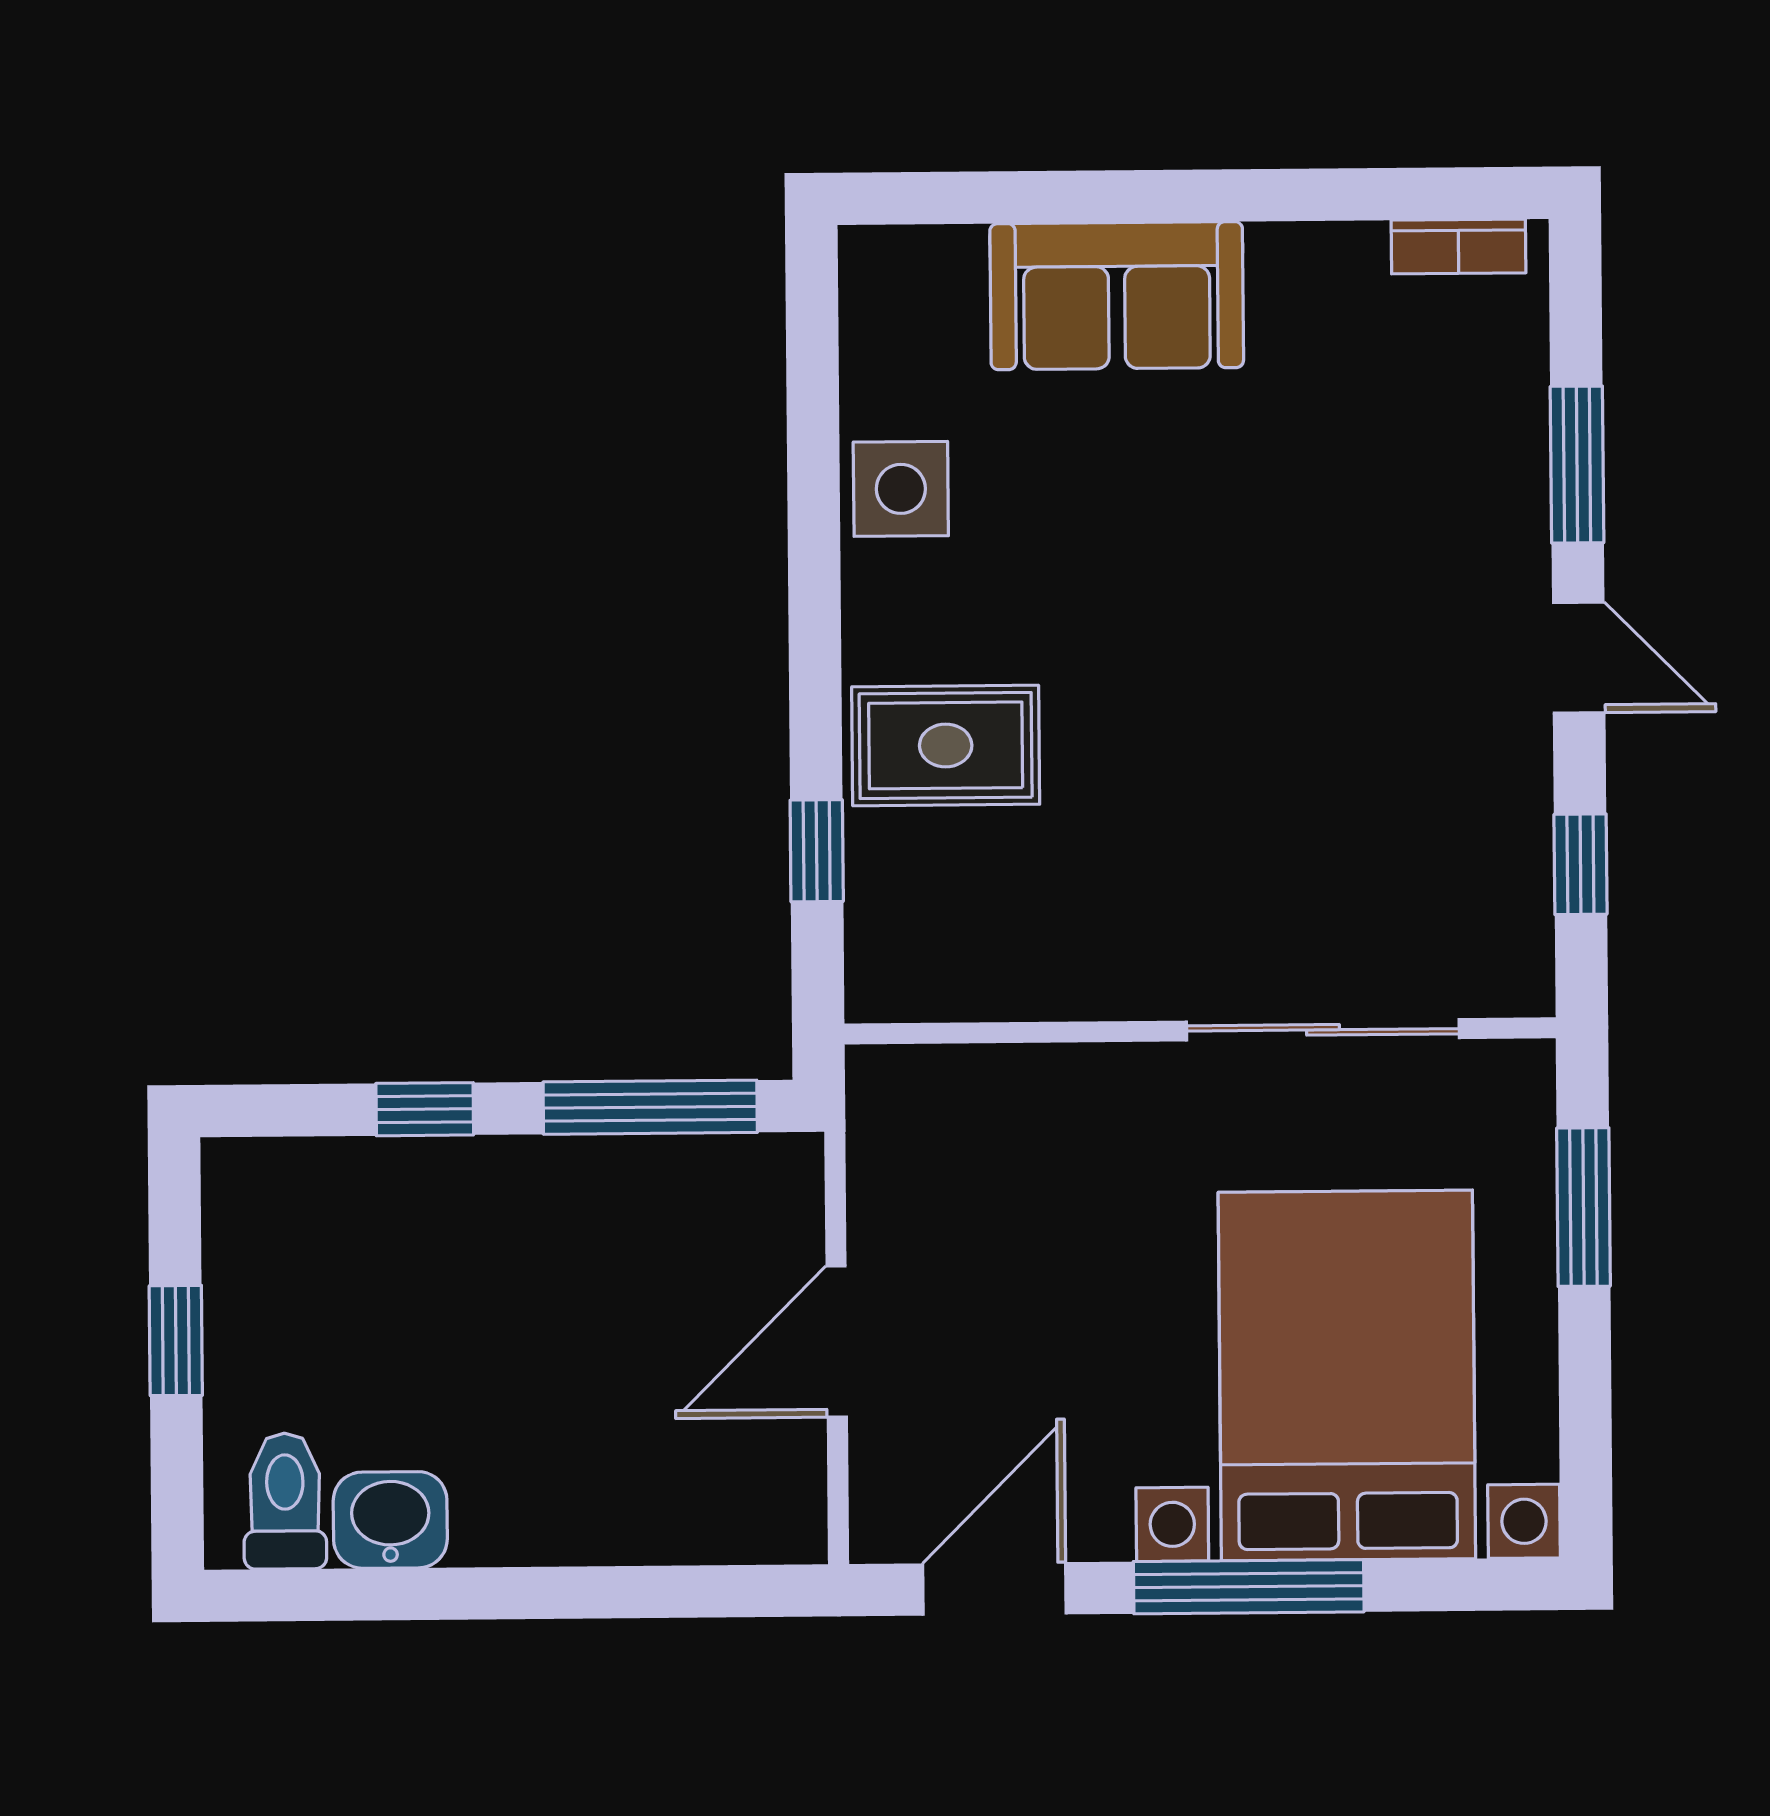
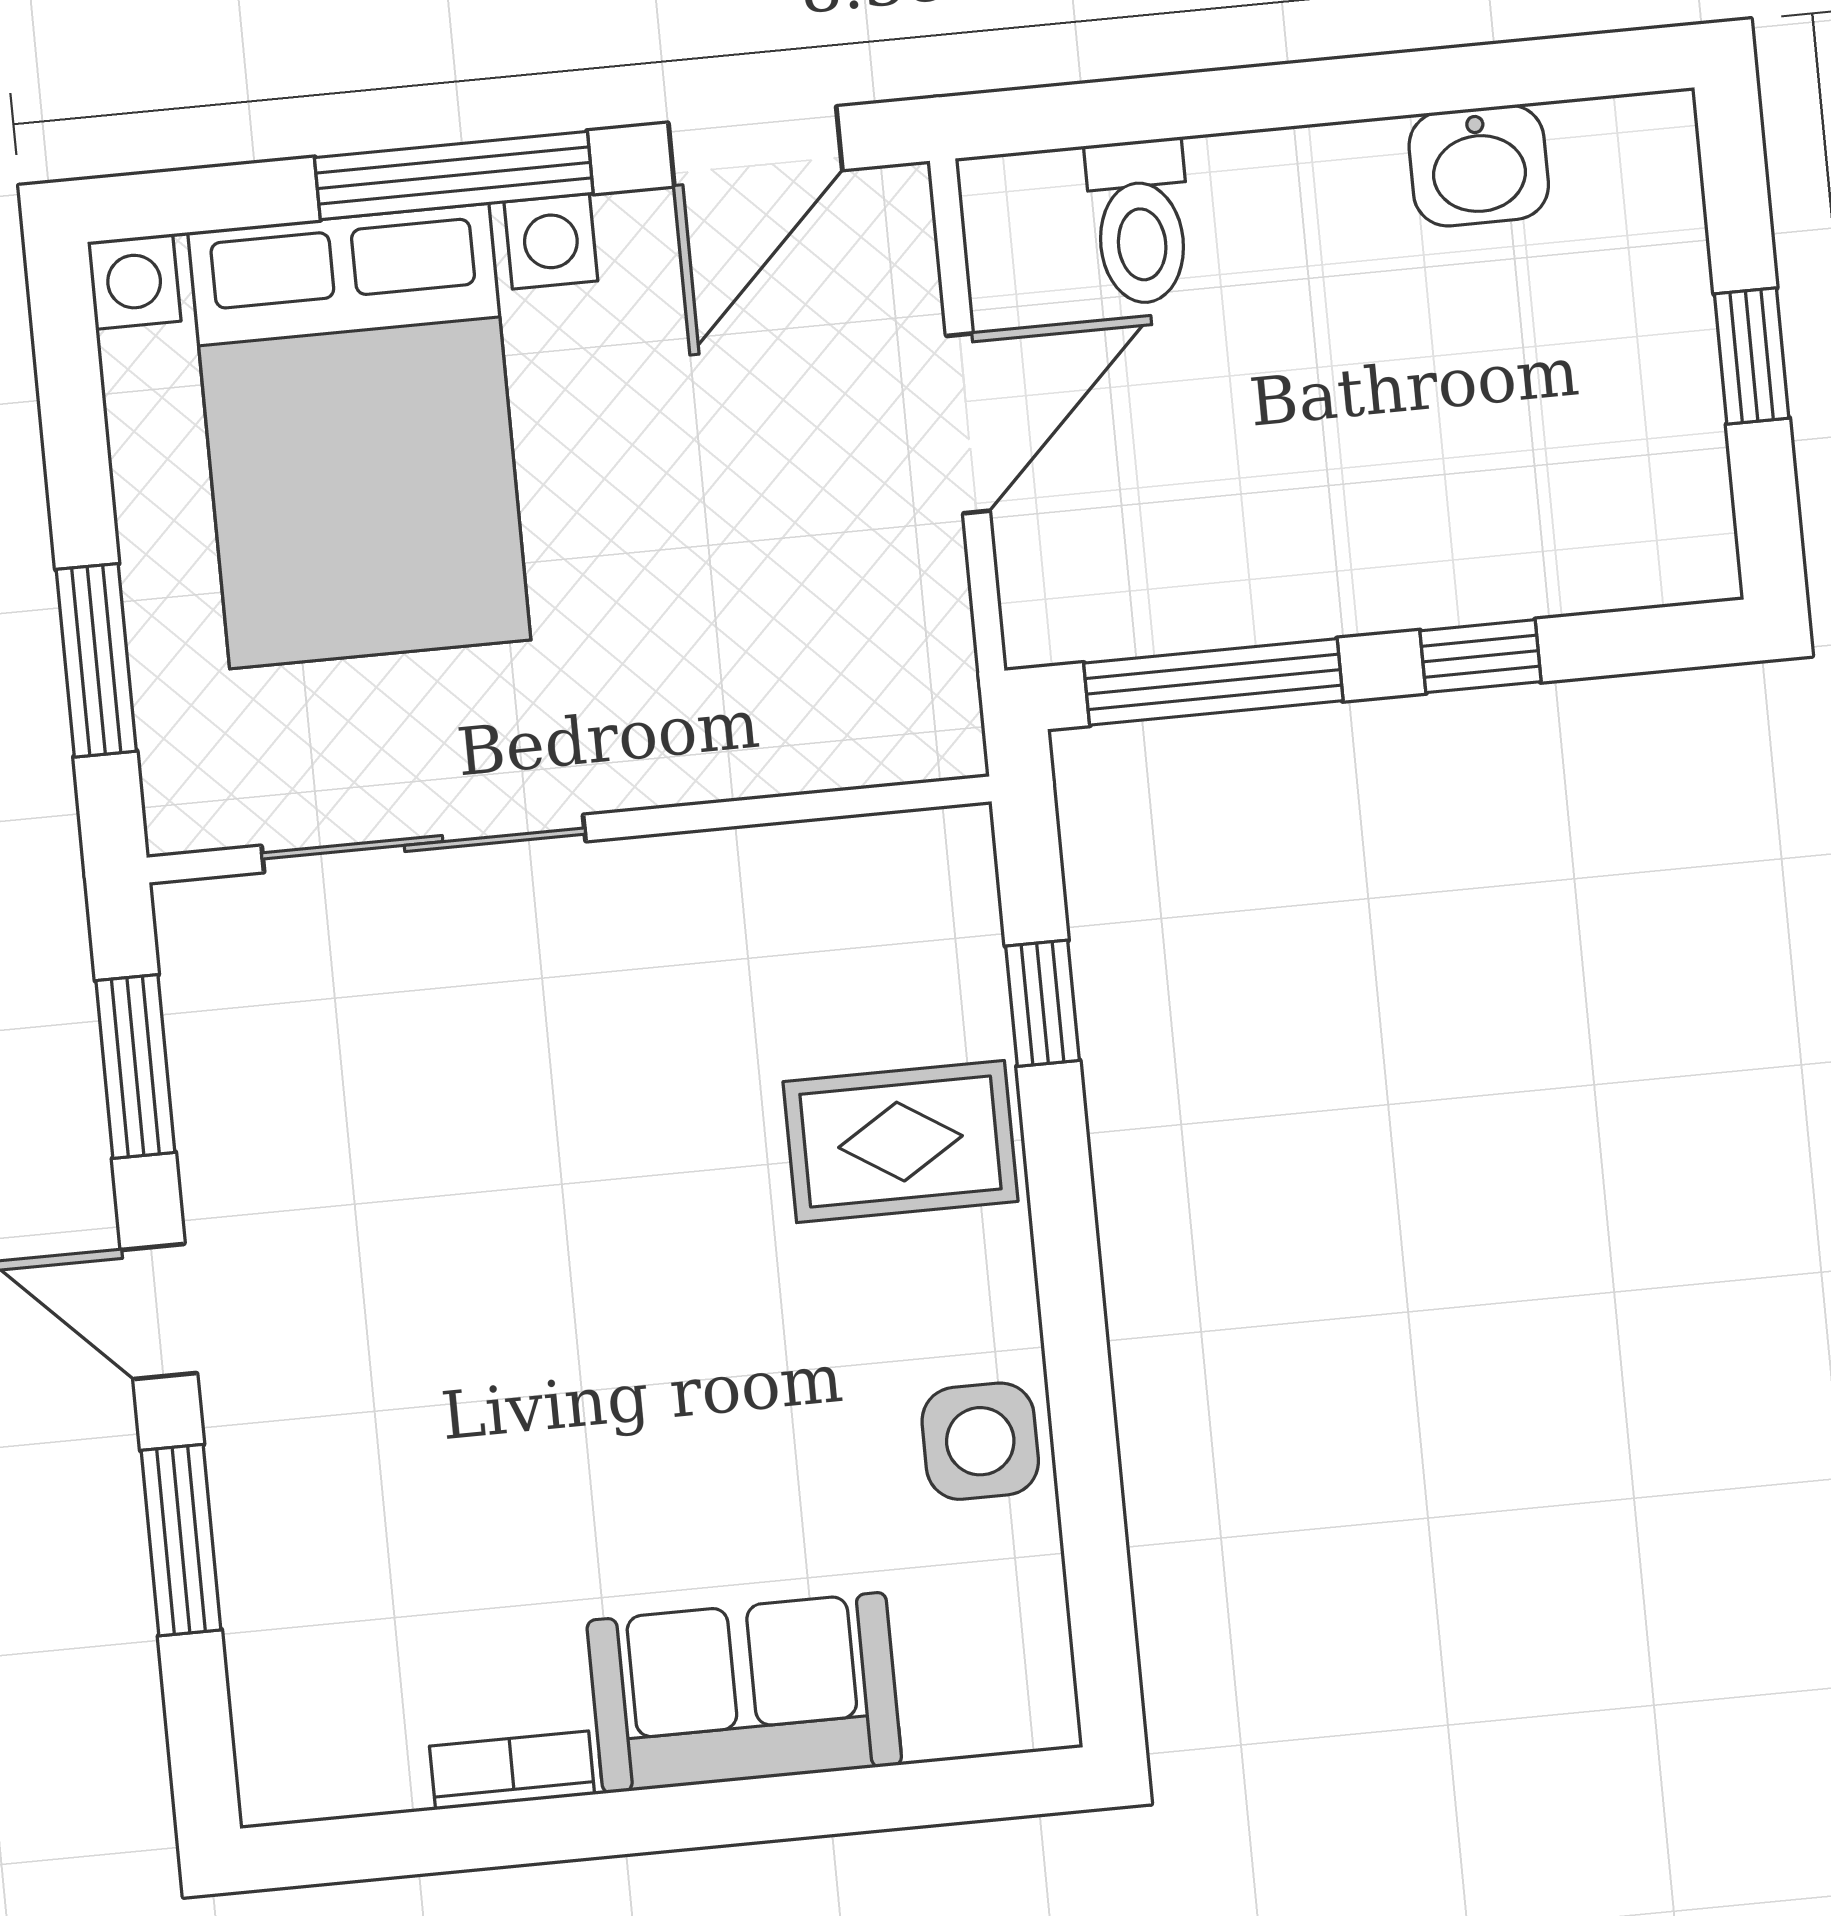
bookcase: (1459, 247) -> (512, 1770), moved
window: (1580, 864) -> (135, 1067), width x1.50
toilet: (285, 1501) -> (1140, 222), moved

